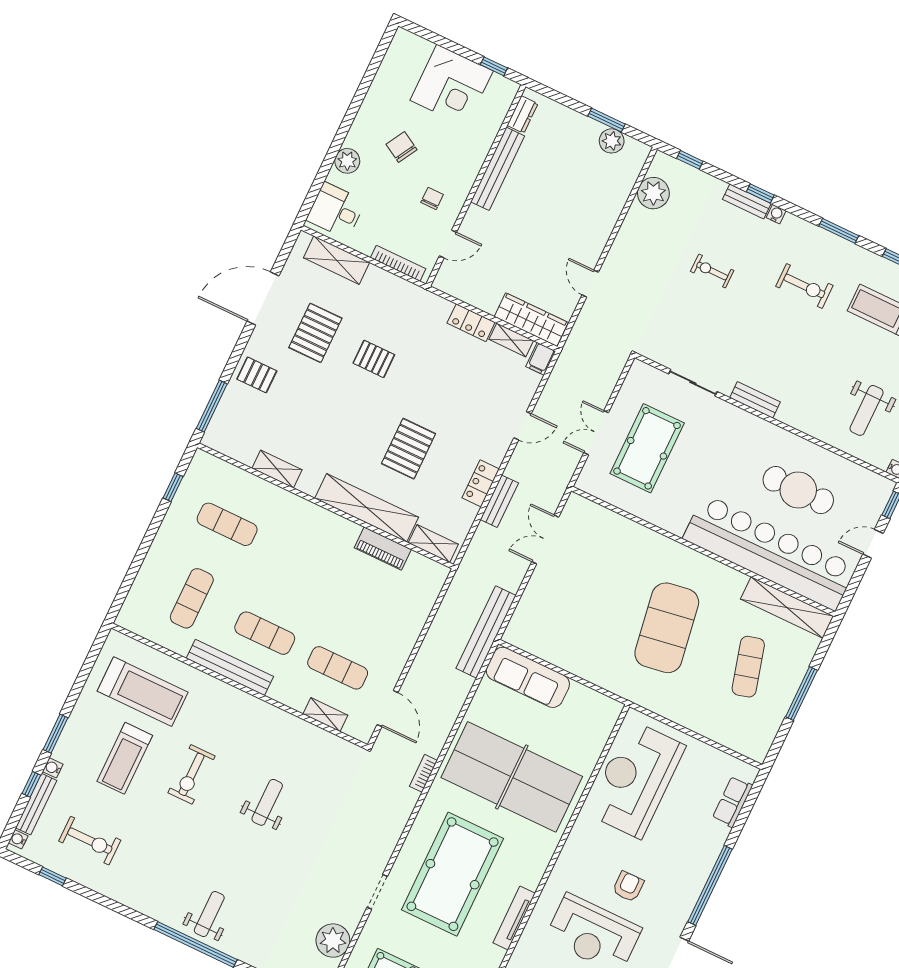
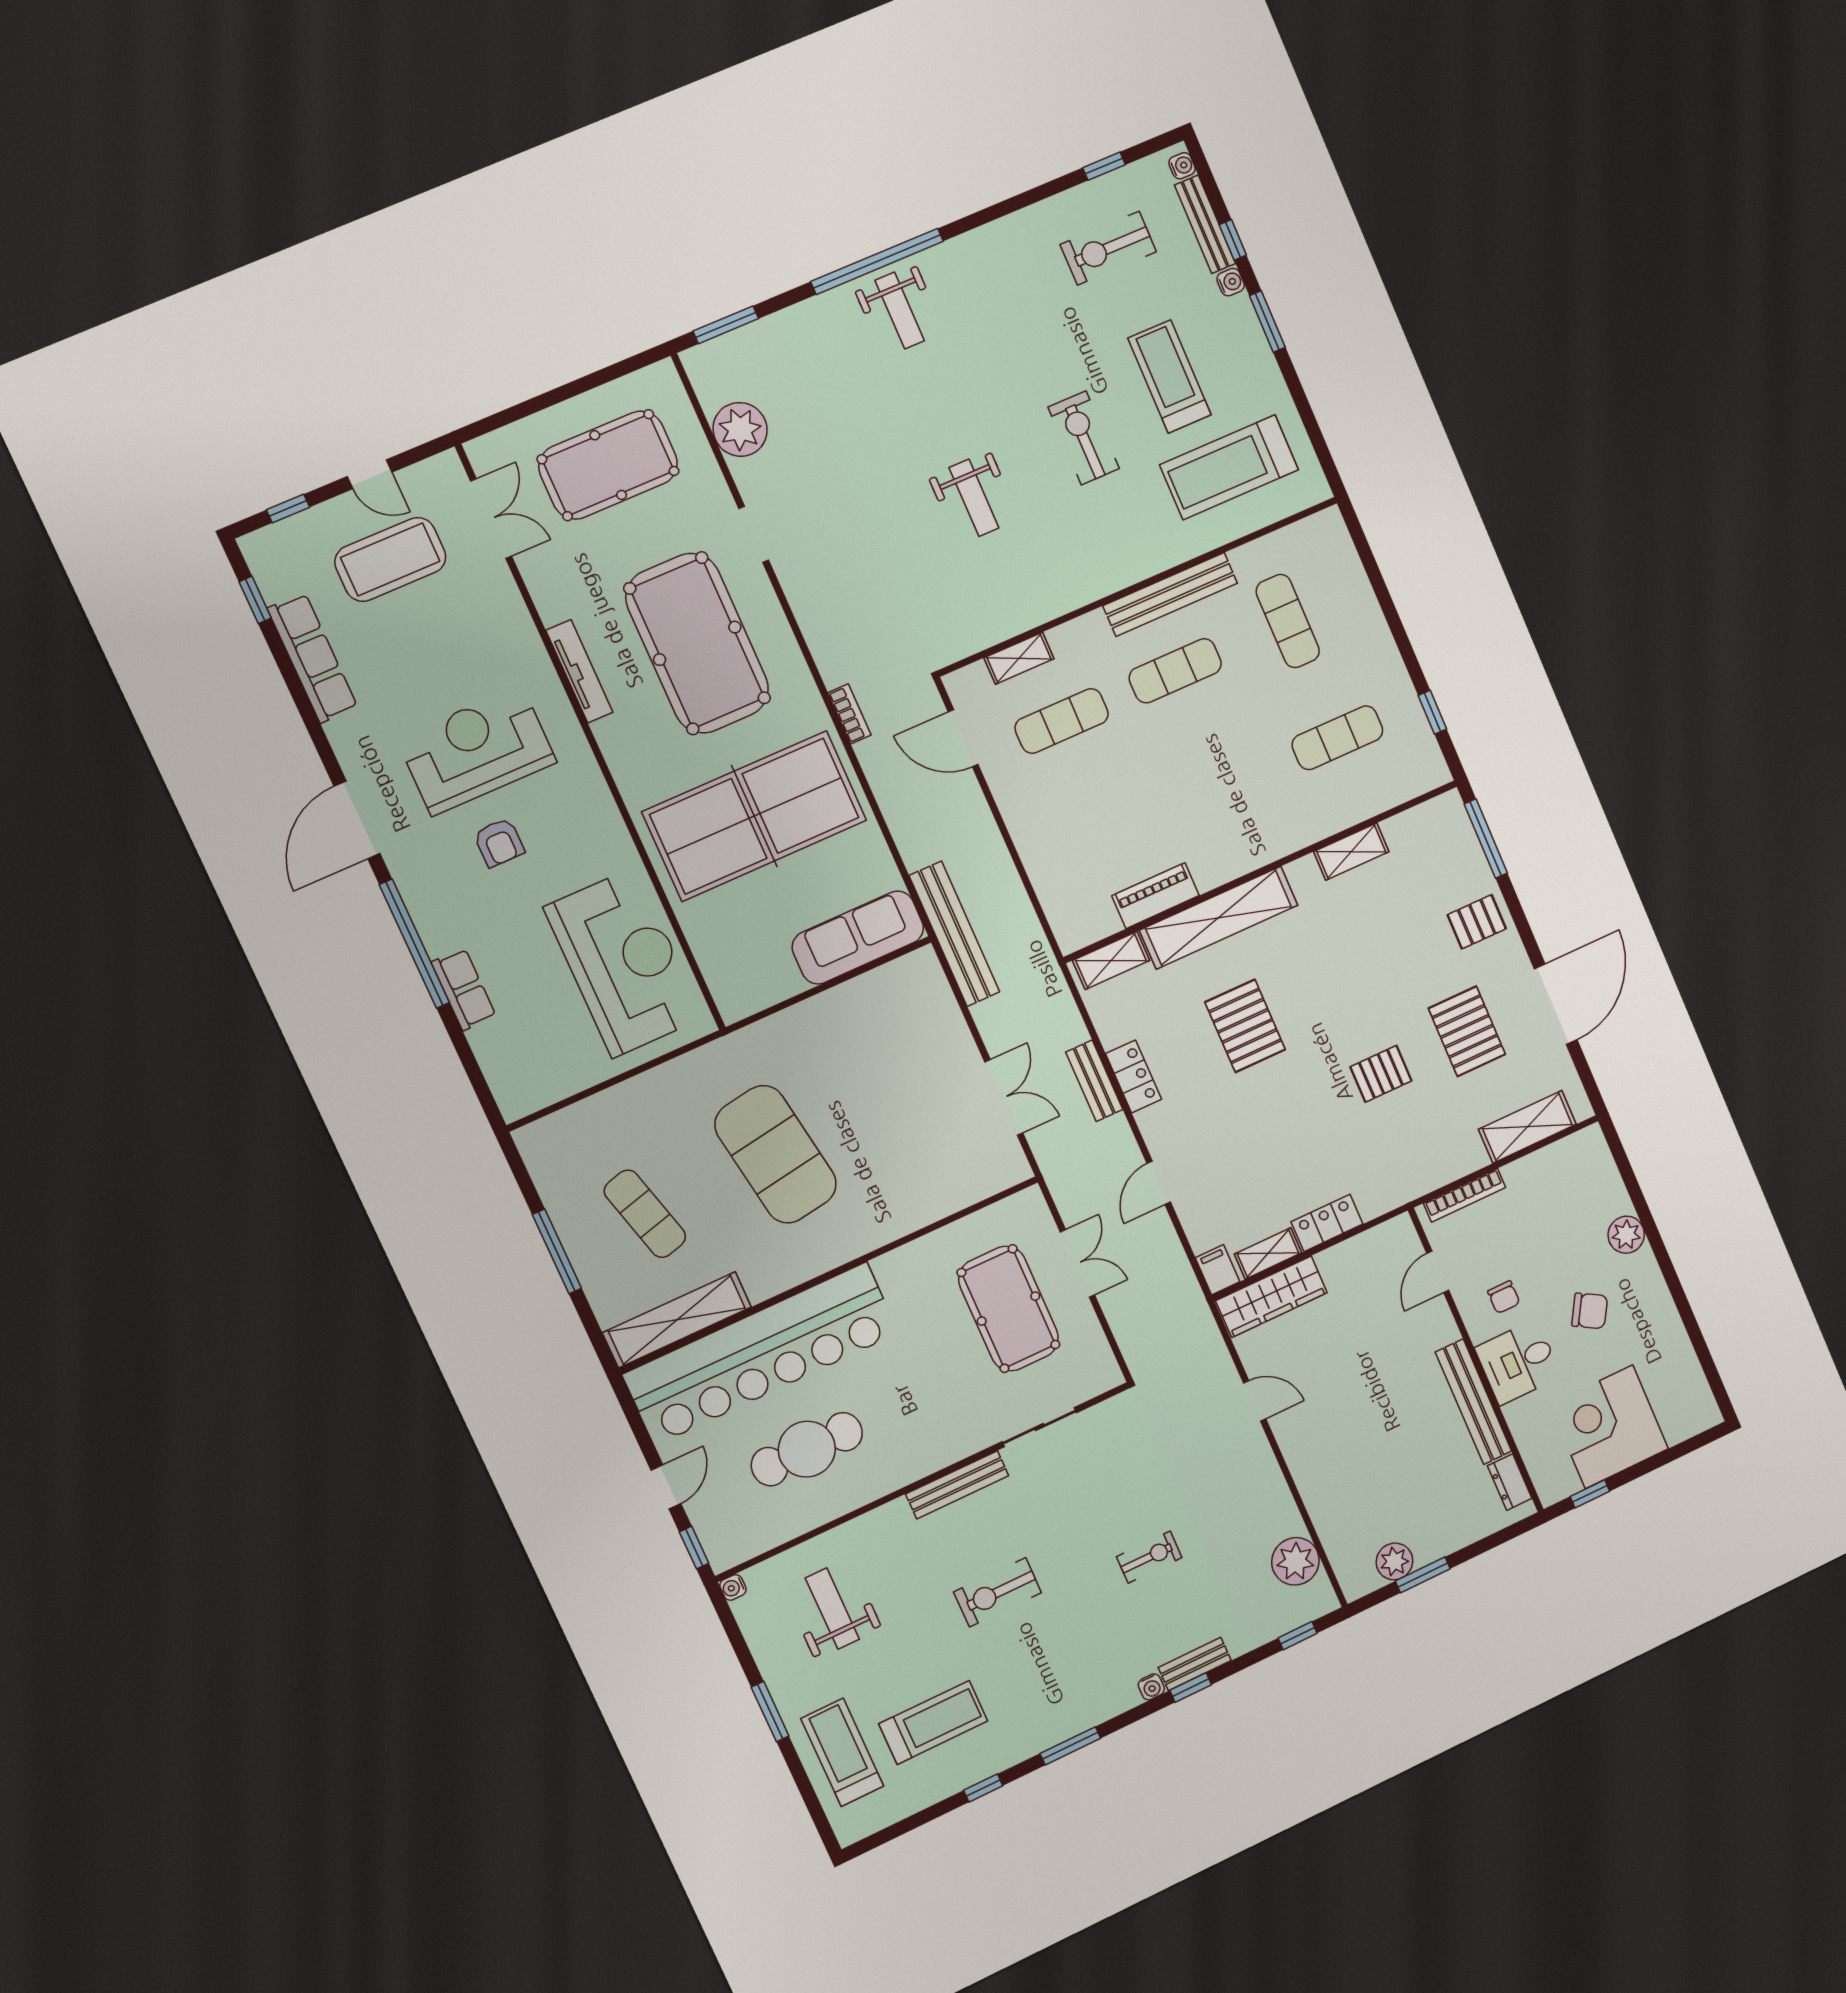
desk: (336, 211) -> (1518, 1362), moved, turned 180
exercise bike: (804, 286) -> (998, 1592), moved
bench: (755, 400) -> (957, 1485), width x1.36
row of seats: (732, 802) -> (464, 989), moved

